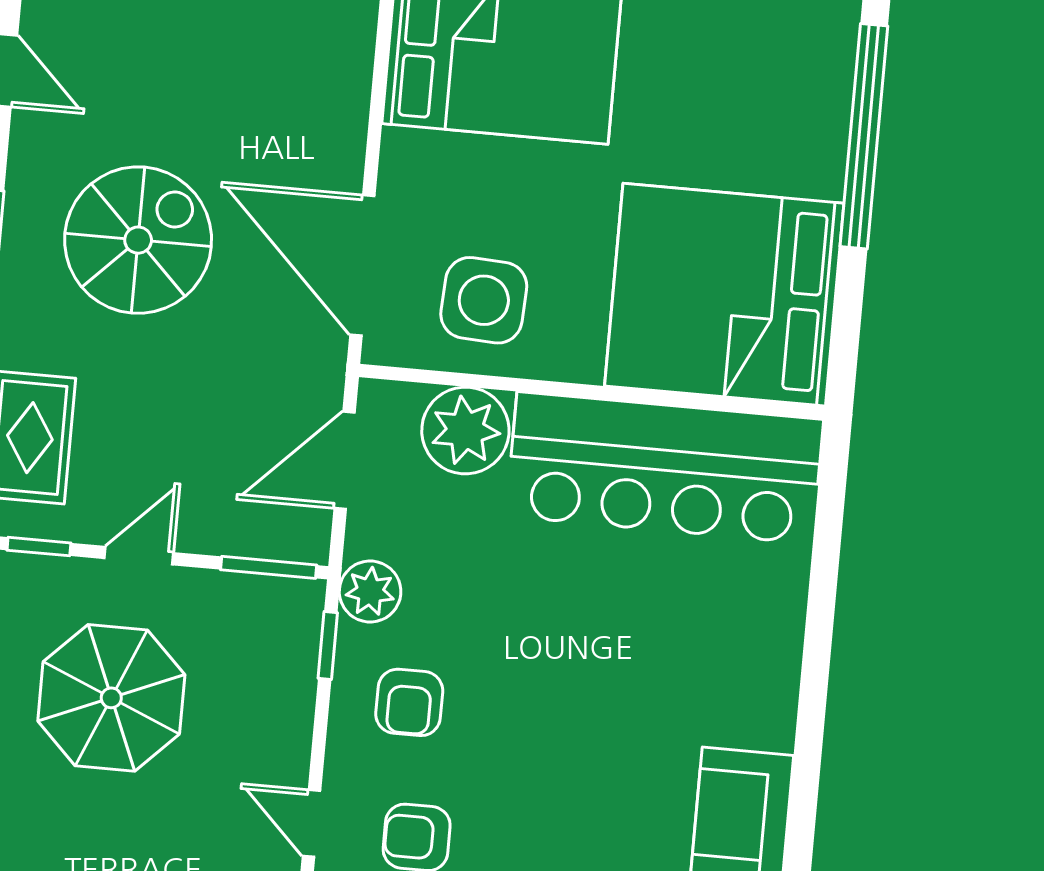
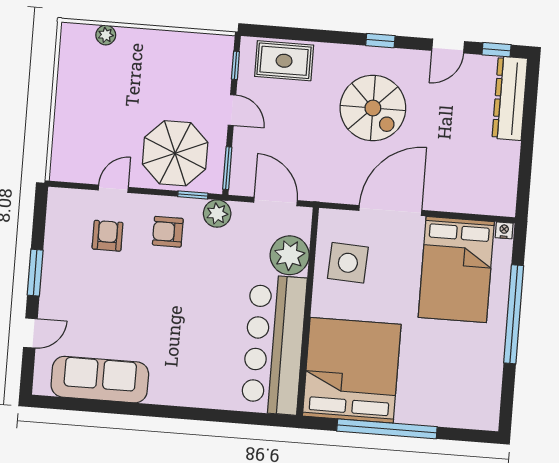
window: (864, 136) -> (387, 429), moved
door: (362, 265) -> (390, 210), moved
parasol: (111, 698) -> (175, 153), moved

